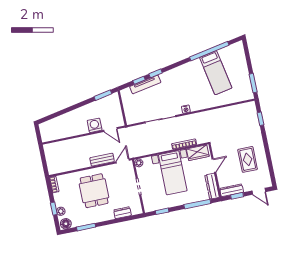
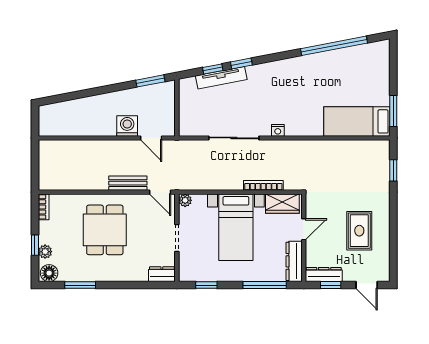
bed: (216, 73) -> (357, 121), moved, turned 101
door: (123, 161) -> (160, 192), swing flipped
dresser: (122, 213) -> (162, 274), moved

